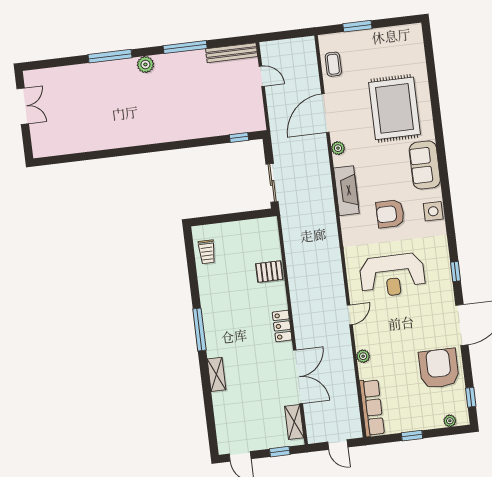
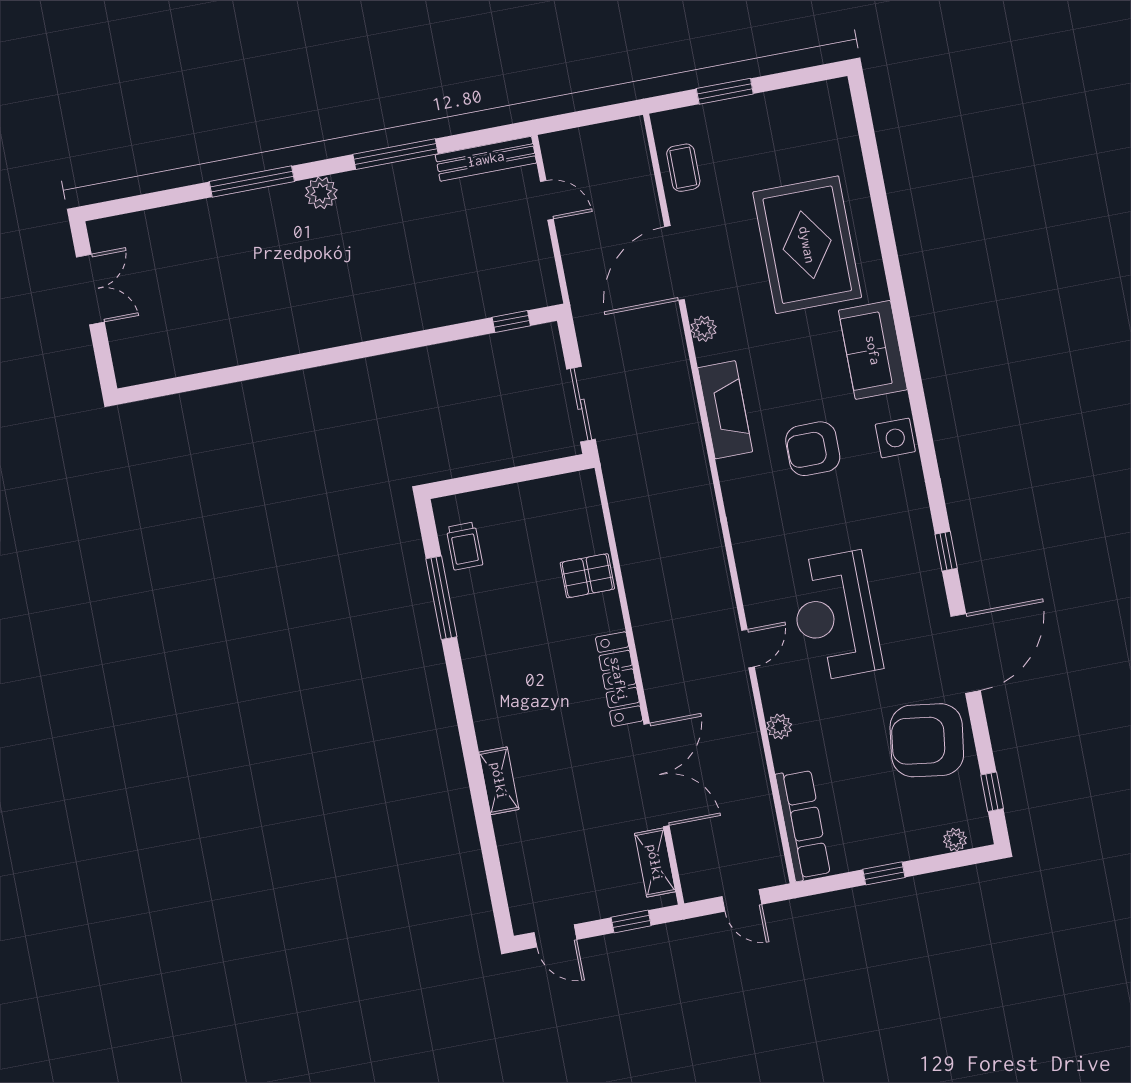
reception desk: (392, 275) -> (835, 616), moved, turned 90
locker: (282, 326) -> (619, 679), width x1.53
window: (199, 329) -> (441, 598), moved
armchair: (439, 368) -> (927, 740), turned -82

